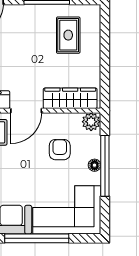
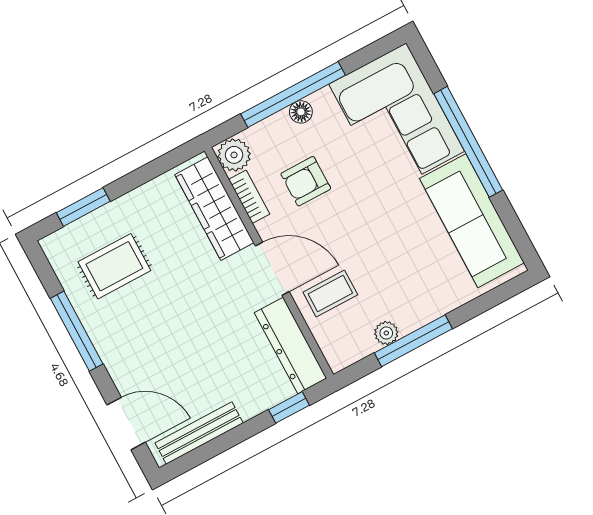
window: (105, 35) -> (83, 207), added
bookcase: (67, 118) -> (249, 197), added

